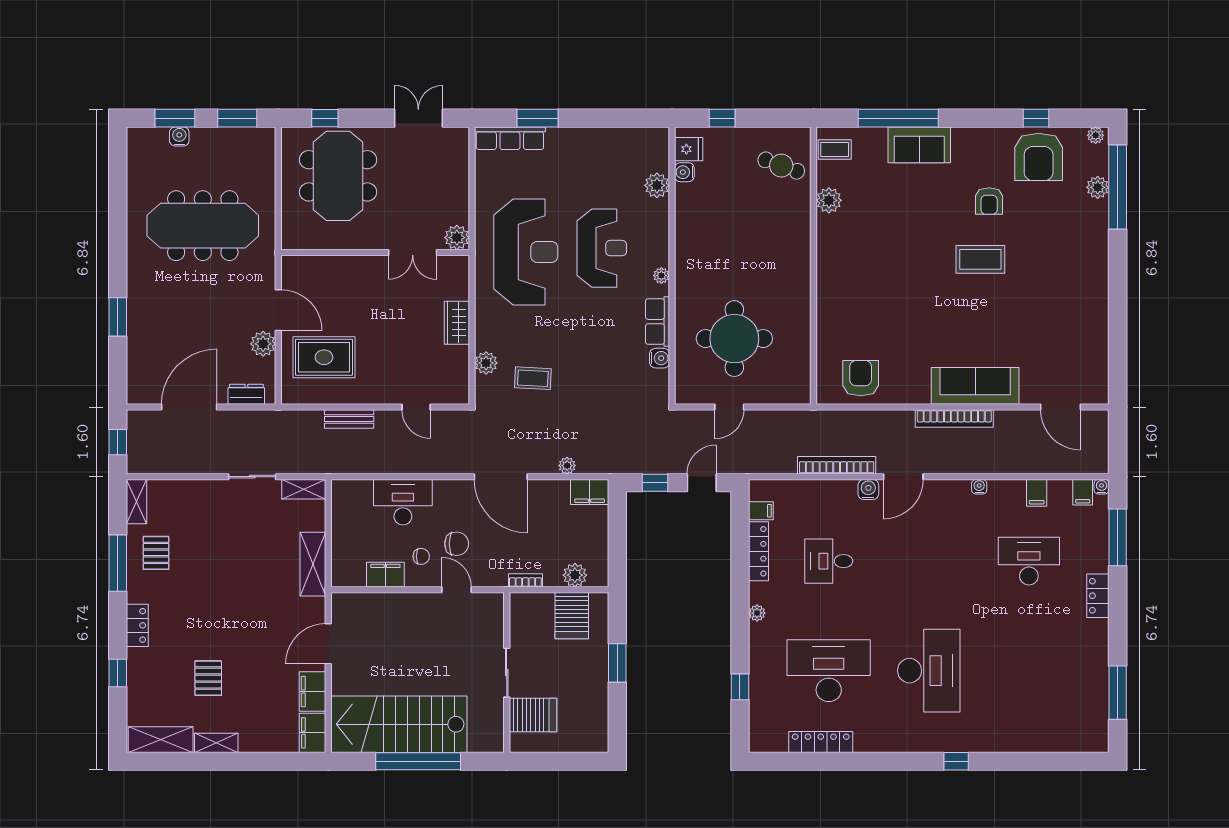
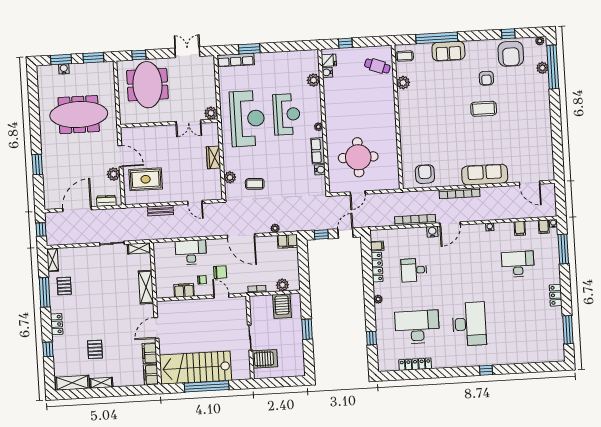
bookcase: (954, 418) -> (459, 193), moved
locker: (1098, 596) -> (556, 295), moved

